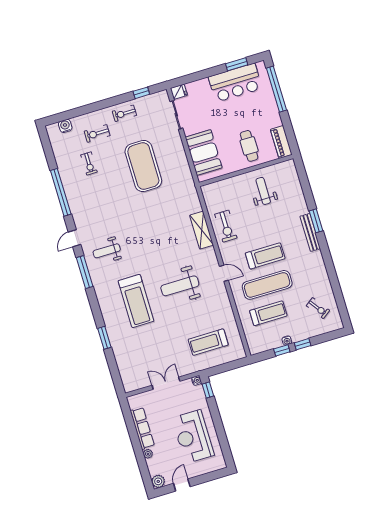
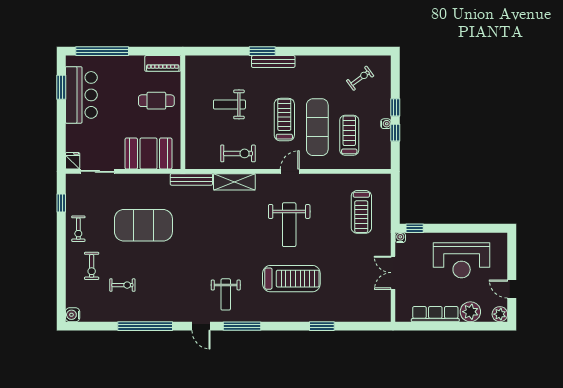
water cooler: (65, 126) -> (73, 315), moved
weight bench: (263, 191) -> (229, 104), moved
bench: (193, 194) -> (191, 179), added
plant: (148, 454) -> (470, 312), width x1.87, depth x1.87

